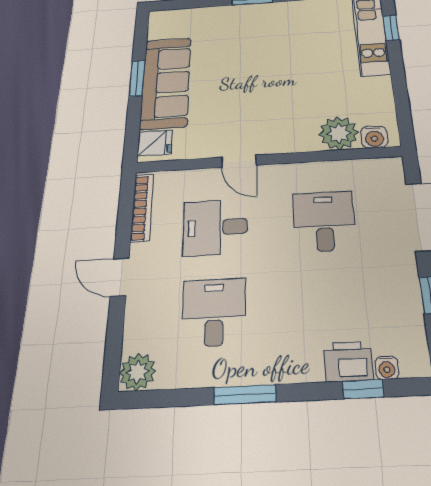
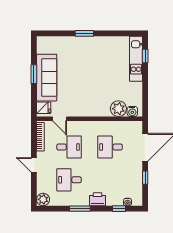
door: (239, 161) -> (60, 119), moved
desk: (324, 221) -> (110, 147), turned -90
desk: (215, 227) -> (69, 147), turned 180
desk: (214, 312) -> (69, 180), turned -90
printer: (348, 361) -> (97, 199), moved

